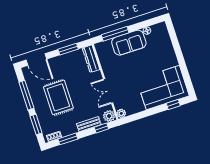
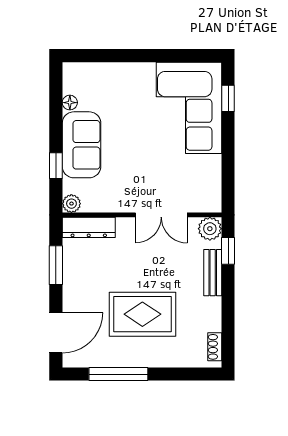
window: (115, 34) -> (56, 166), width x0.46
plant: (121, 113) -> (71, 204), moved
window: (36, 125) -> (180, 374), removed
window: (68, 139) -> (228, 322), removed

